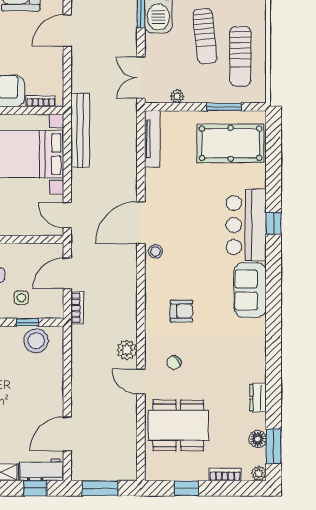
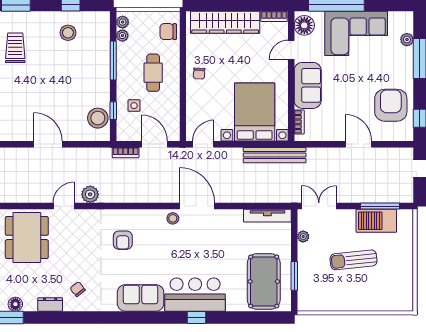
sun lounger: (240, 56) -> (337, 290), removed
chair: (174, 362) -> (78, 289), moved
door: (67, 434) -> (48, 144), moved

